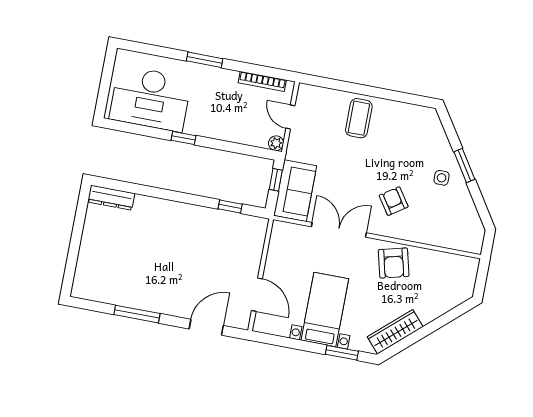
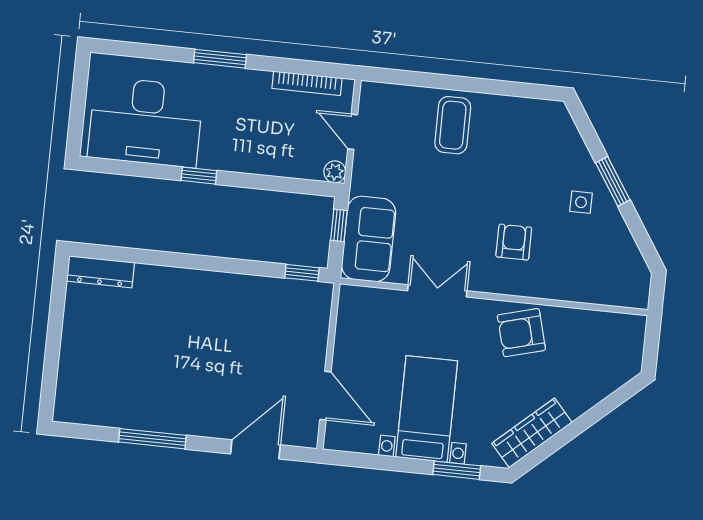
armchair: (394, 201) -> (514, 242), turned 34
window: (230, 207) -> (302, 273), moved
double door: (339, 230) -> (437, 291), width x0.73
armchair: (394, 263) -> (521, 333), turned 89

